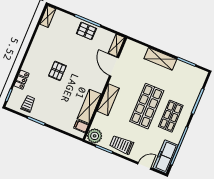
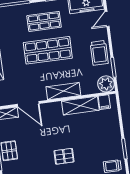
door: (114, 67) -> (28, 104), hinge flipped
door: (144, 166) -> (107, 19), hinge flipped

